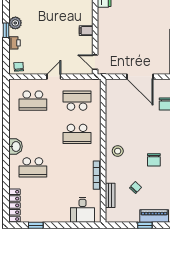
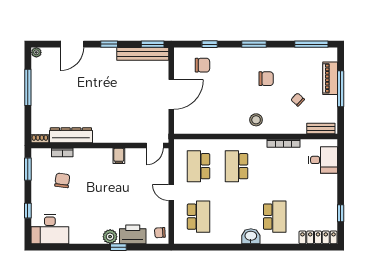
printer: (15, 43) -> (133, 234), width x1.87, depth x1.48
school desk: (77, 134) -> (237, 166), turned 180
bench: (110, 195) -> (321, 128), moved
window: (145, 225) -> (341, 89), width x2.17

